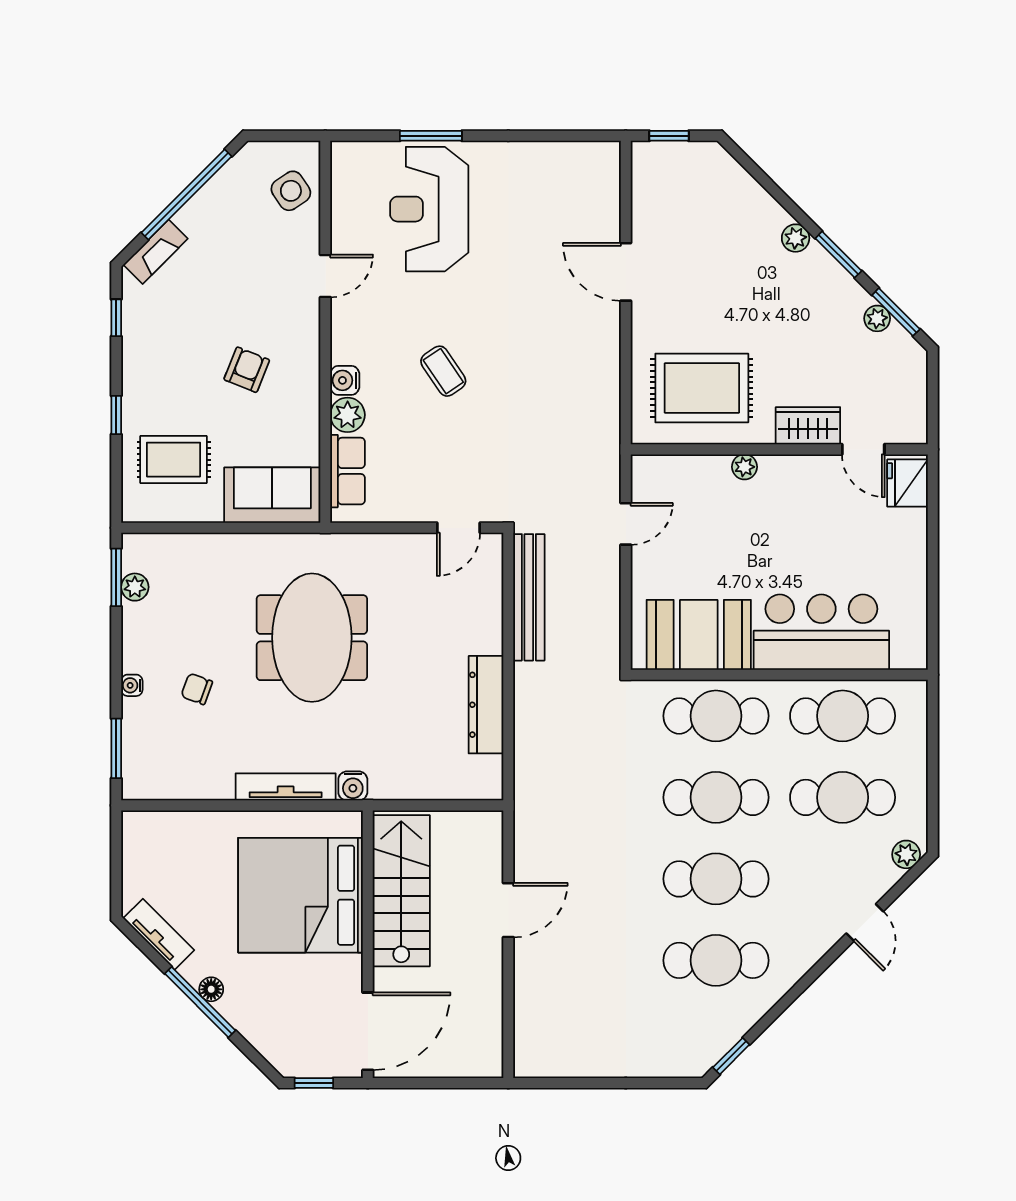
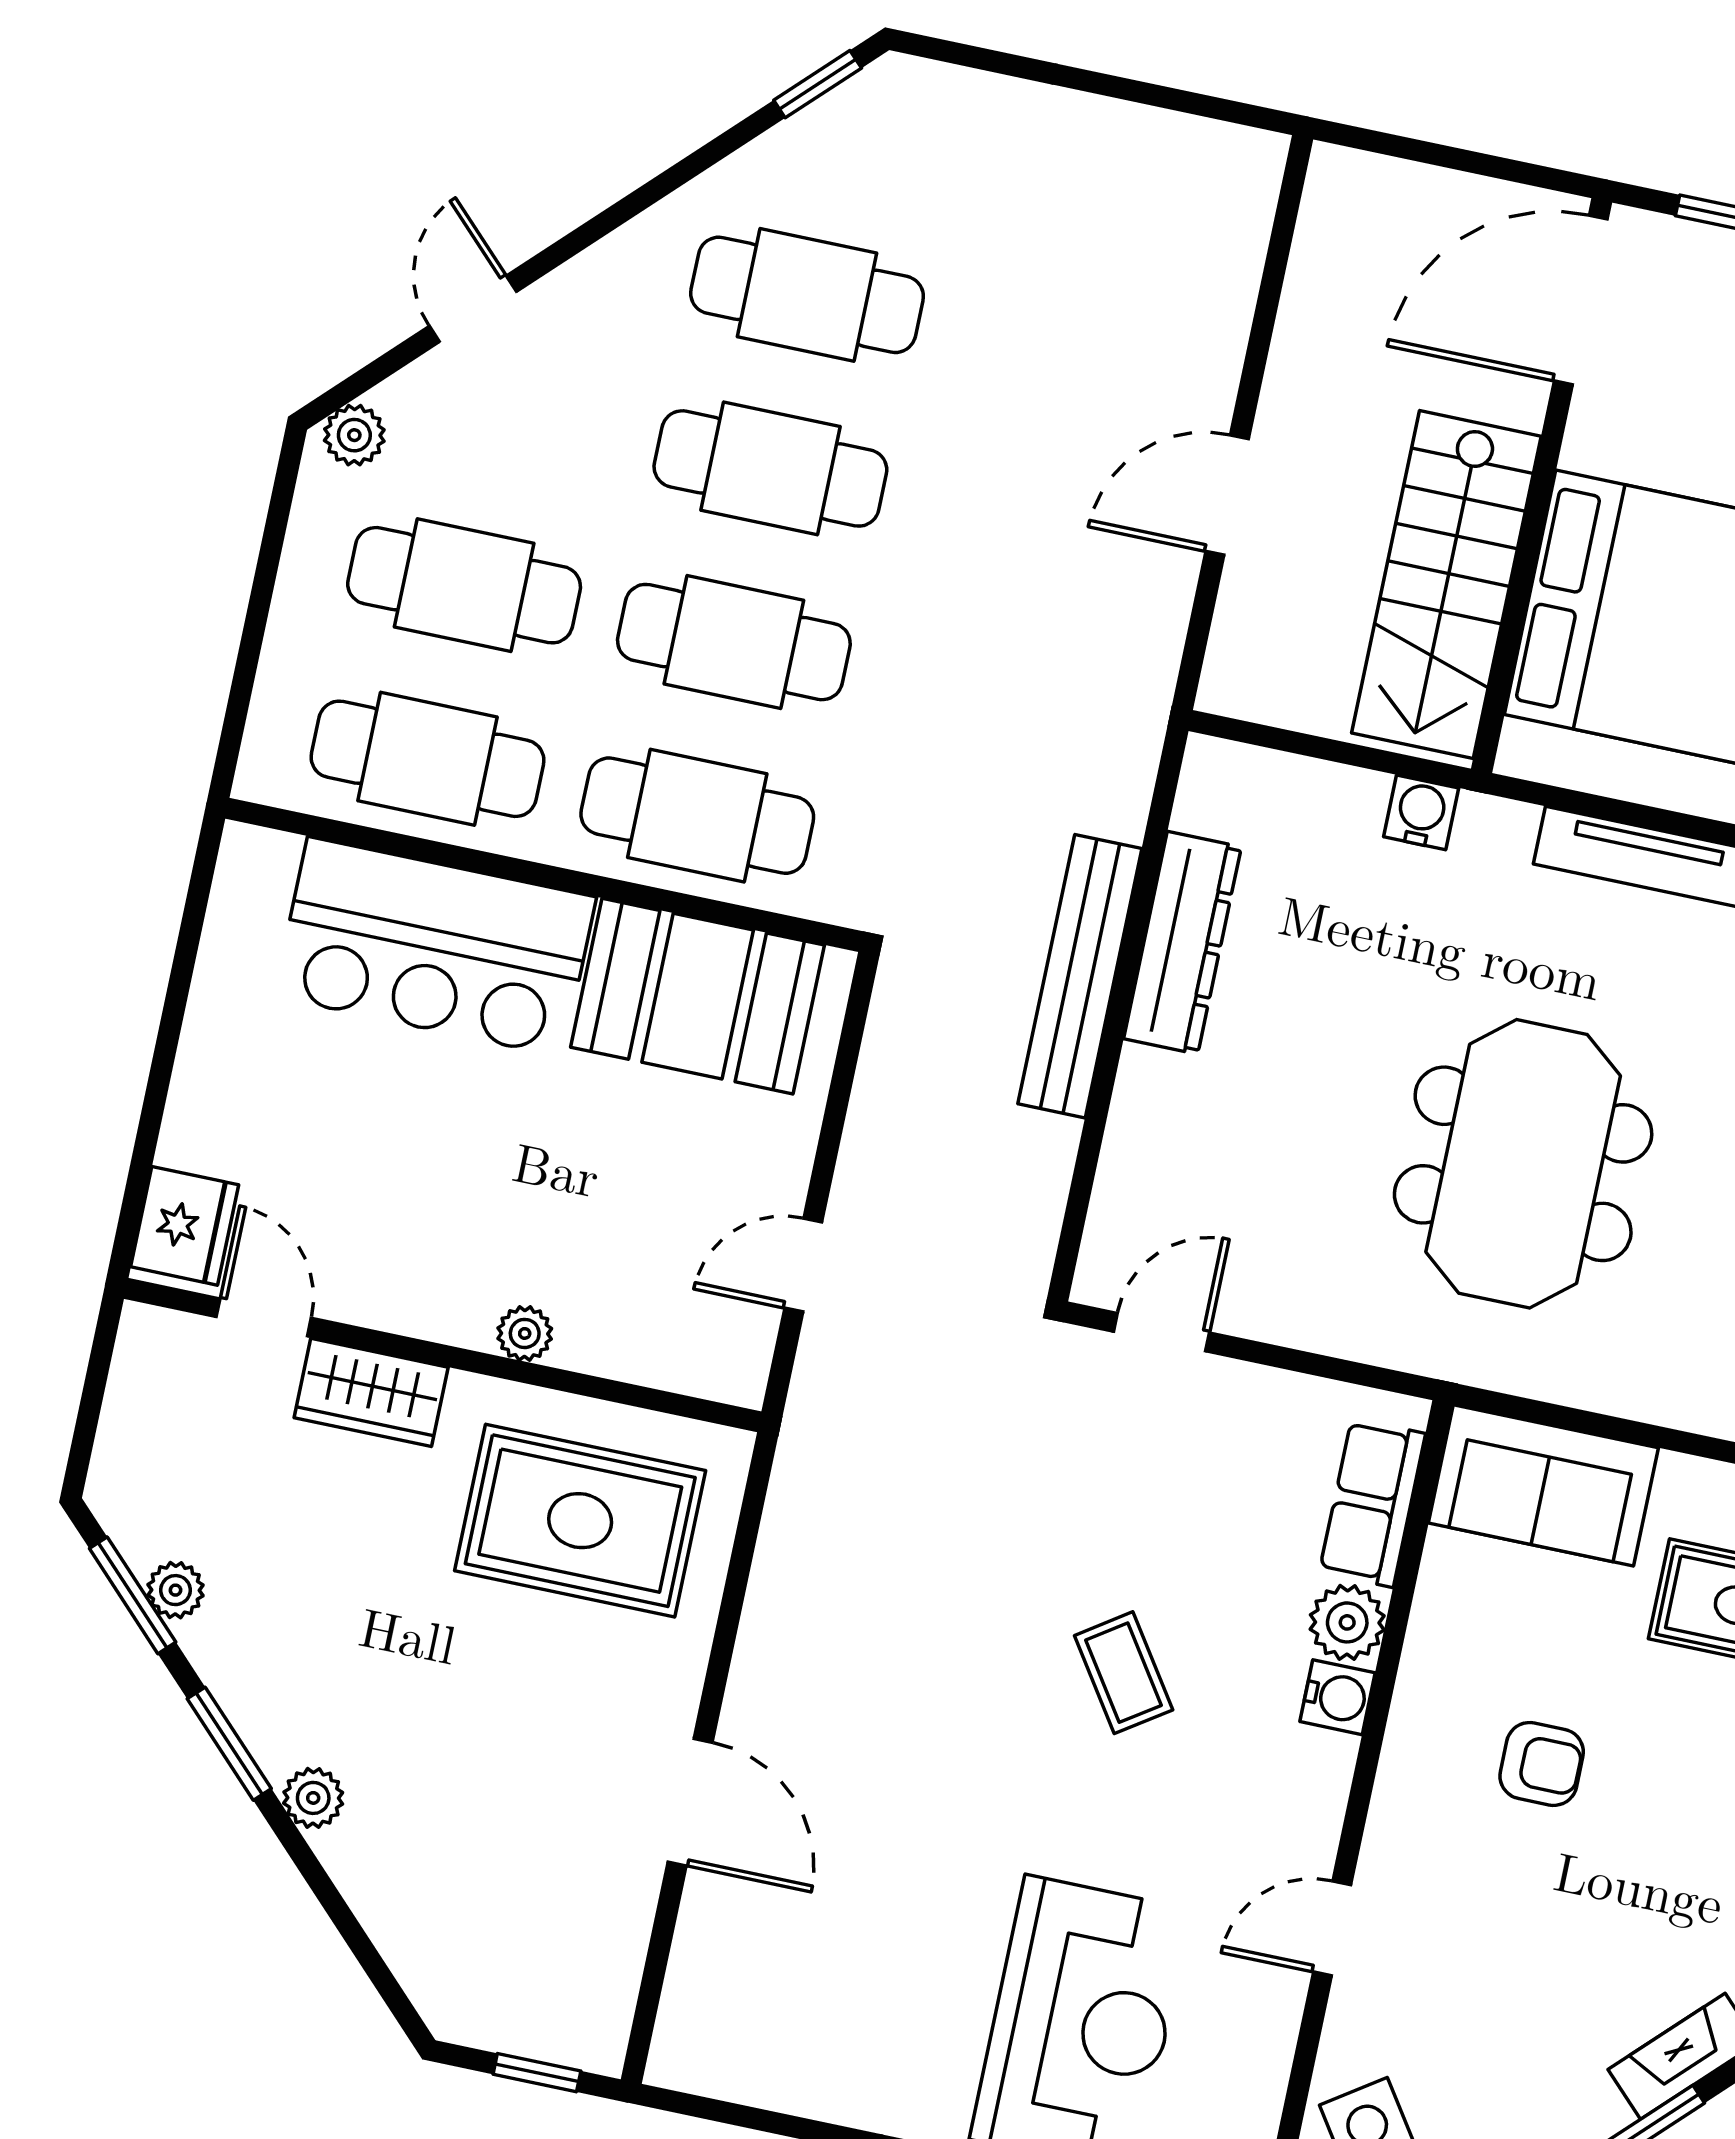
armchair: (247, 370) -> (1542, 1764), turned -112
bench: (529, 597) -> (1080, 976), moved
water cooler: (353, 786) -> (1421, 812), moved

